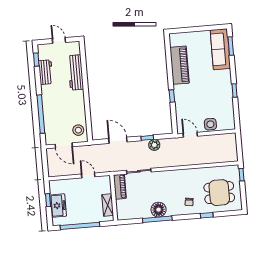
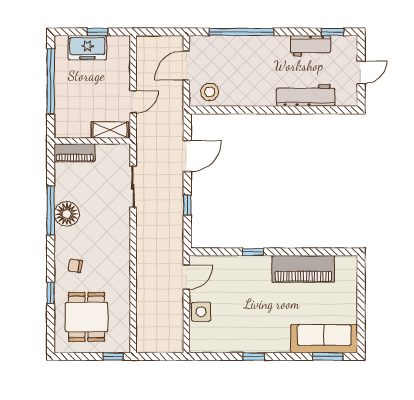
plant: (154, 145) -> (175, 216), removed
piano: (120, 187) -> (75, 153), moved
shelving: (108, 205) -> (110, 130), moved

